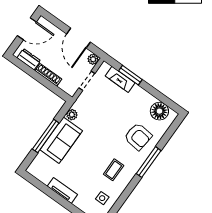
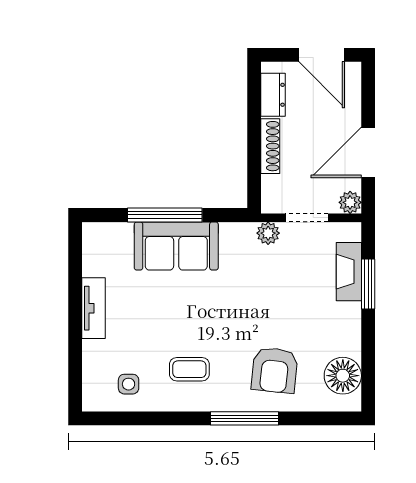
plant: (72, 115) -> (268, 233), moved

